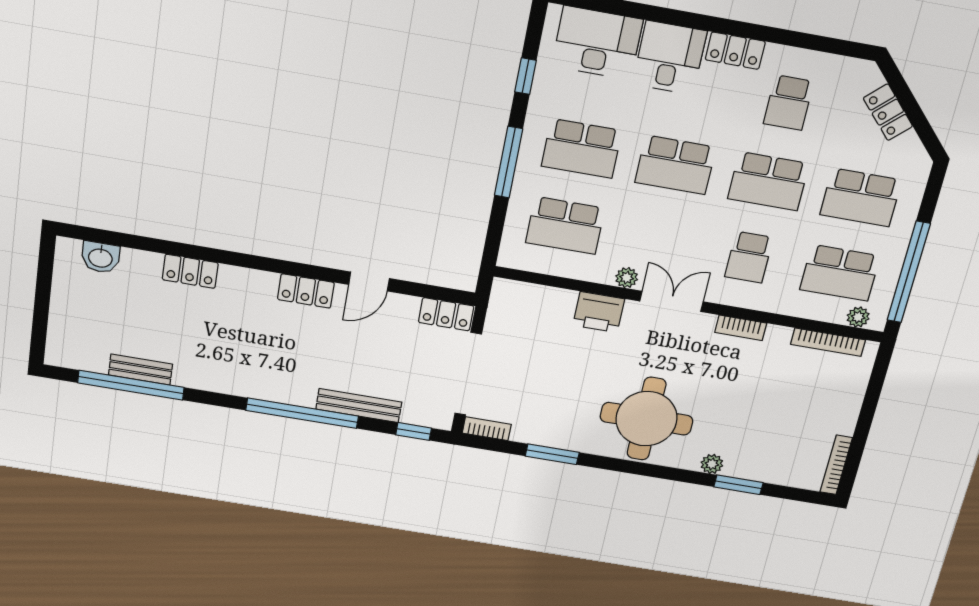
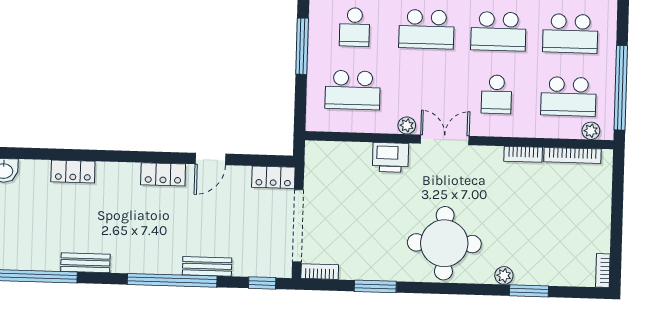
school desk: (582, 148) -> (355, 27), width x0.54
bookcase: (741, 328) -> (523, 154), moved
bench: (140, 370) -> (85, 263), moved
bench: (359, 406) -> (207, 266), width x0.73
bookcase: (836, 465) -> (603, 270), width x0.64

